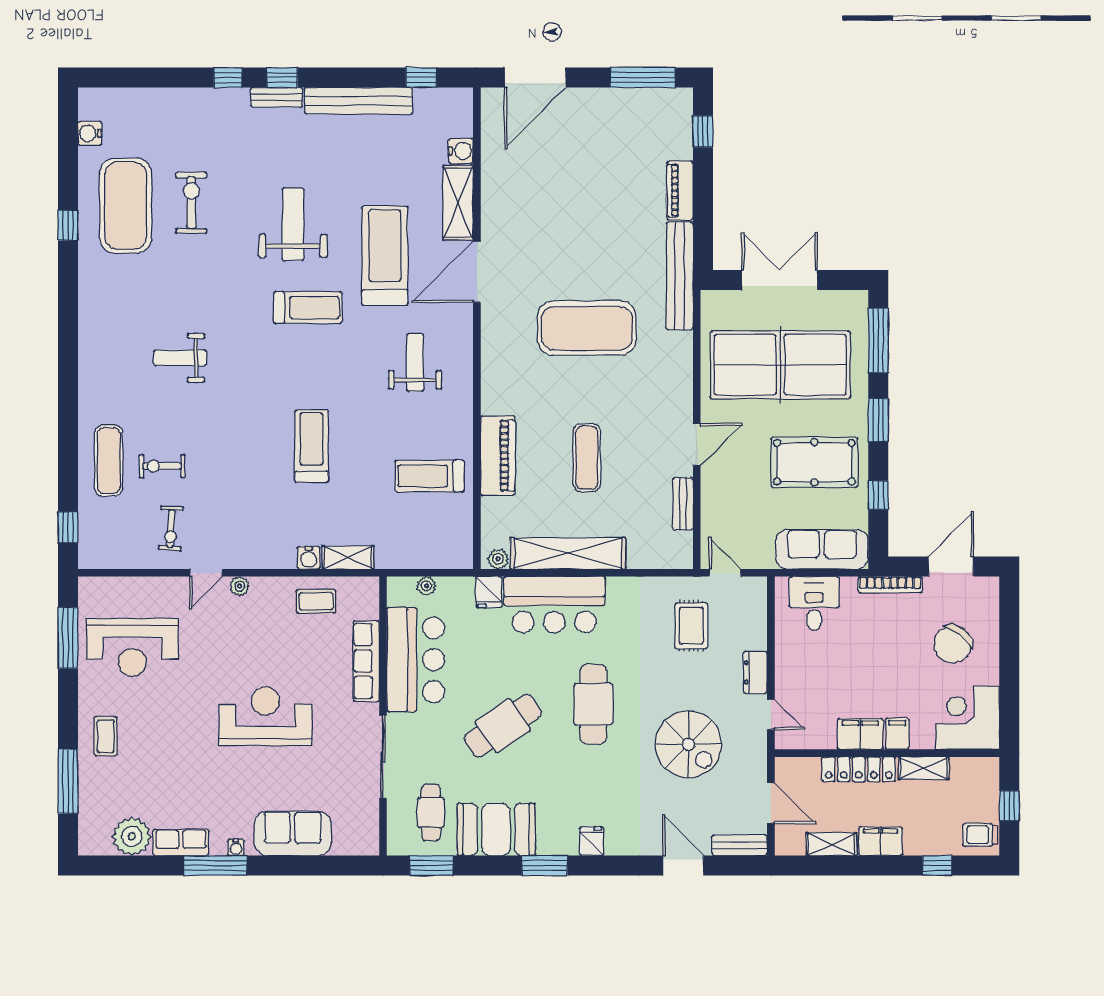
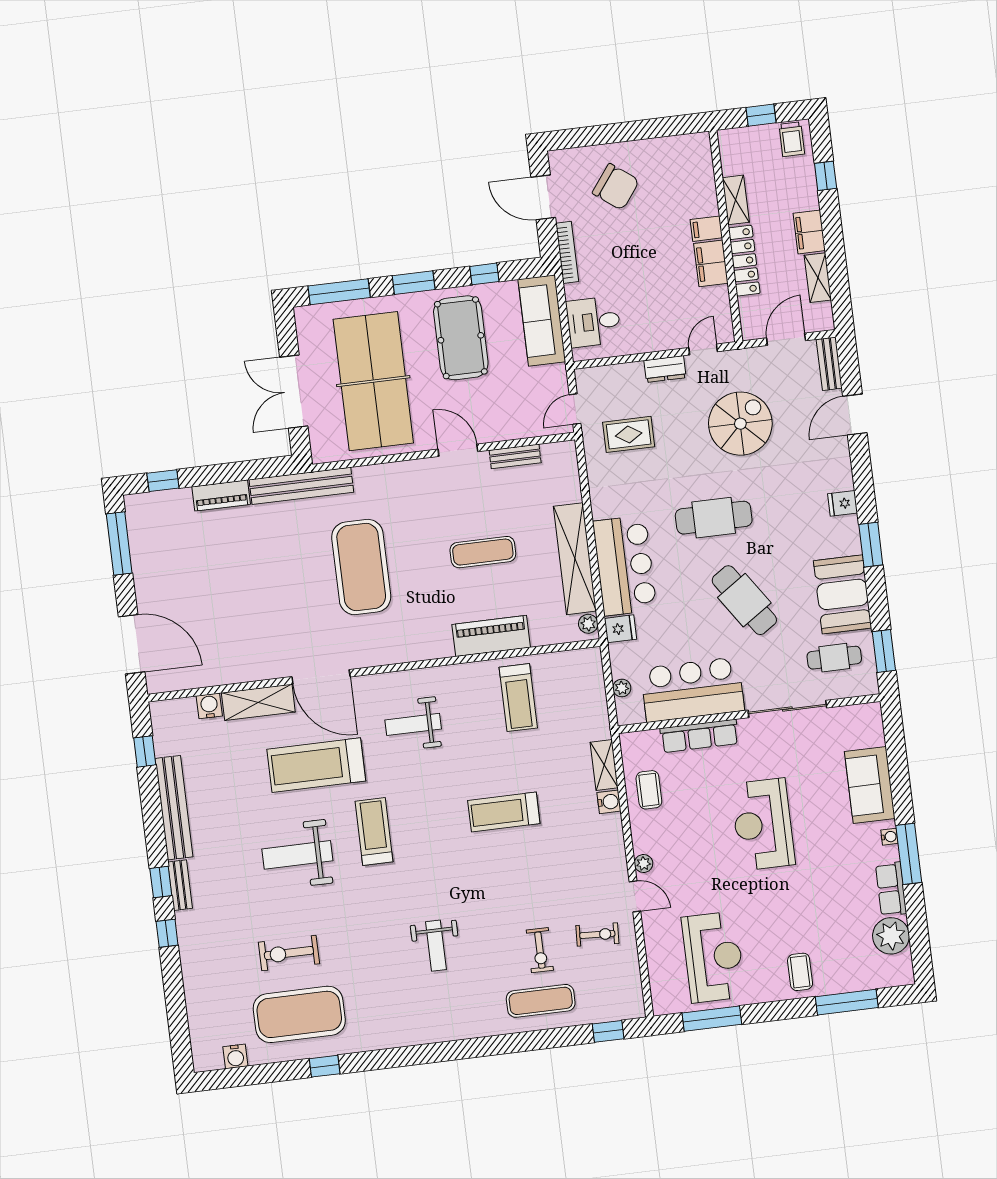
corner desk: (968, 718) -> (683, 164), removed
coffee table: (106, 736) -> (800, 972), turned 90

